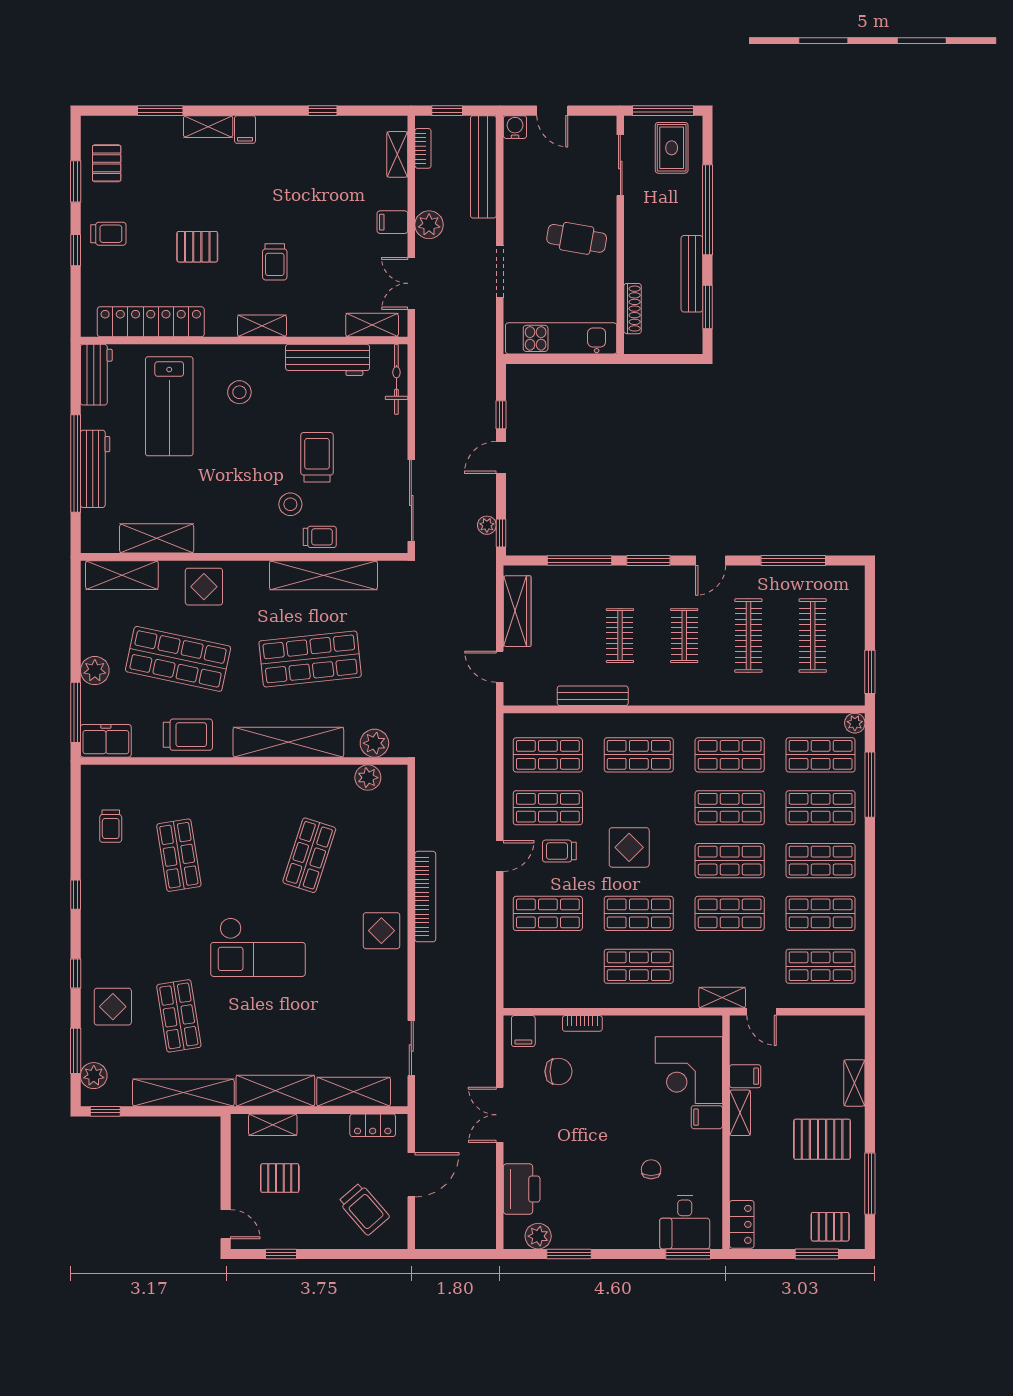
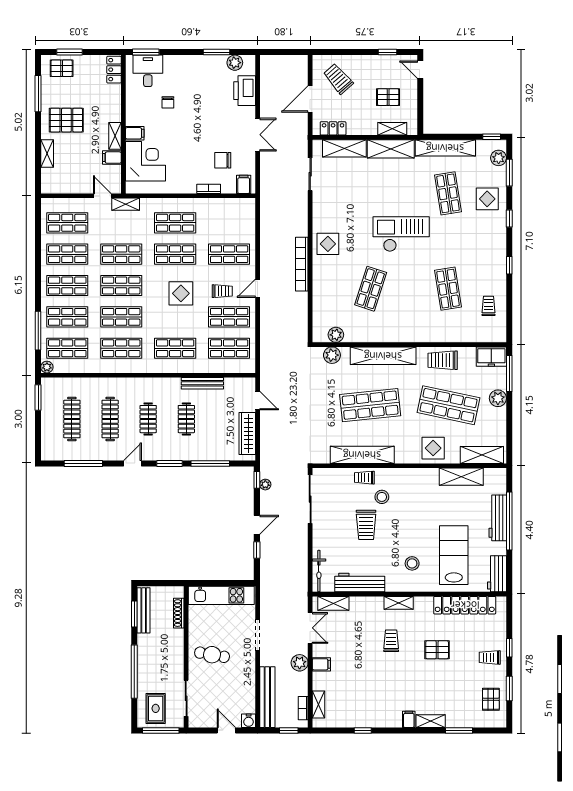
bench: (692, 274) -> (144, 610), moved

